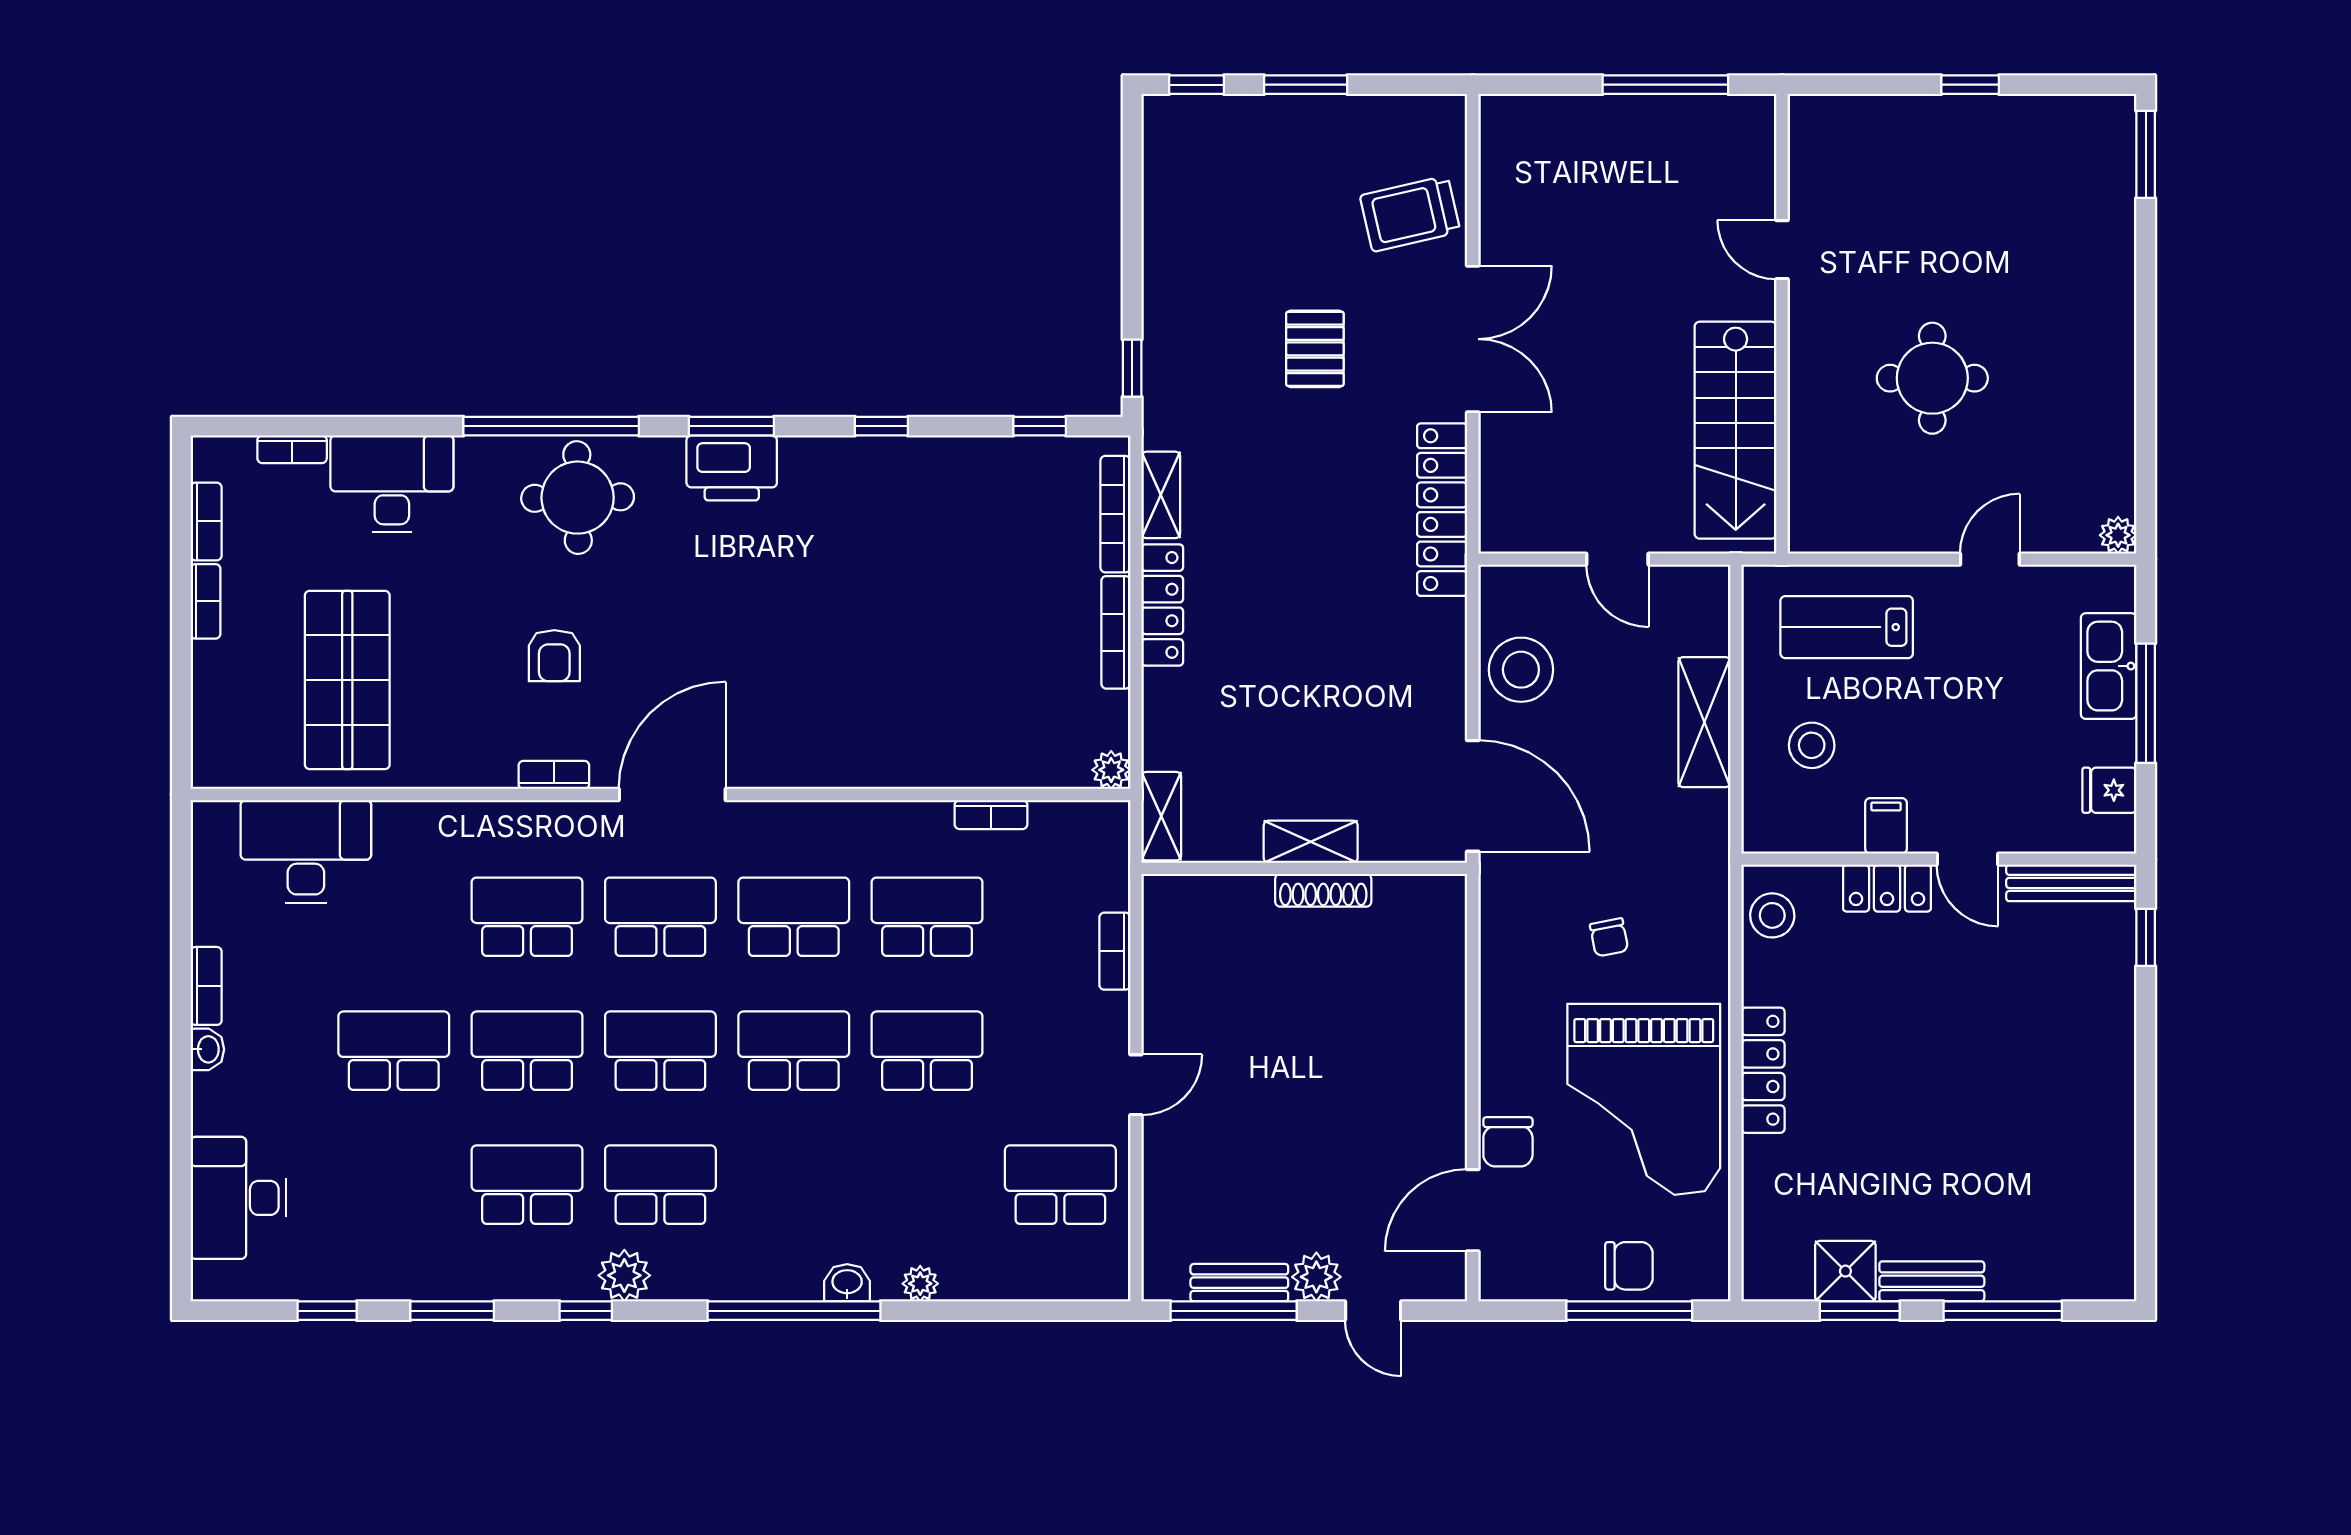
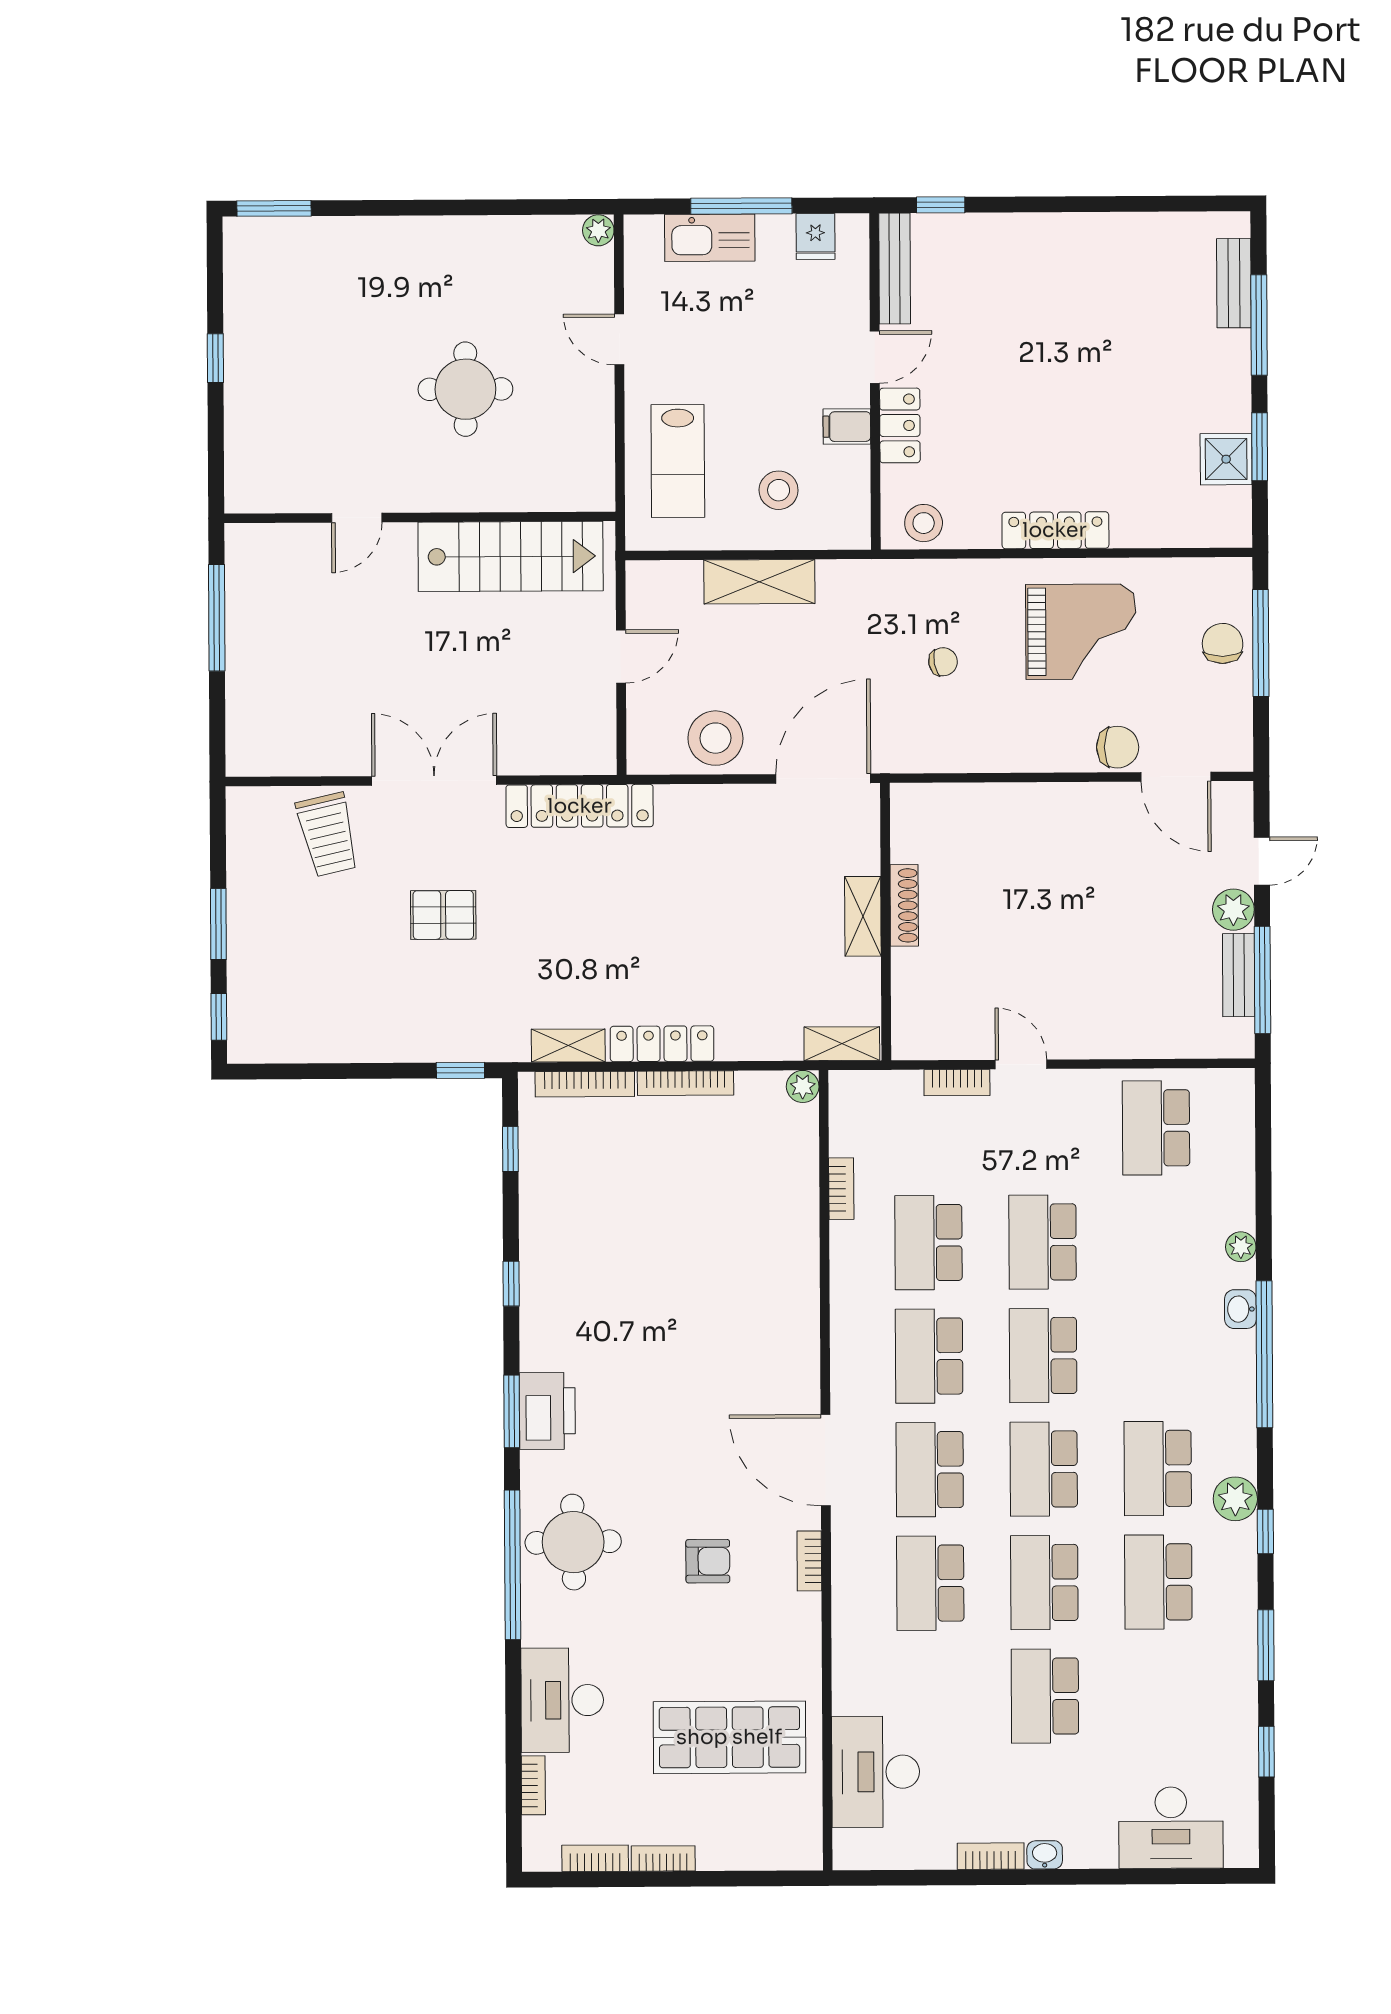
door: (1136, 1085) -> (1021, 1064), moved
grand piano: (1644, 1099) -> (1081, 632), width x0.73, depth x0.68
bench: (1932, 1281) -> (1234, 283), moved

